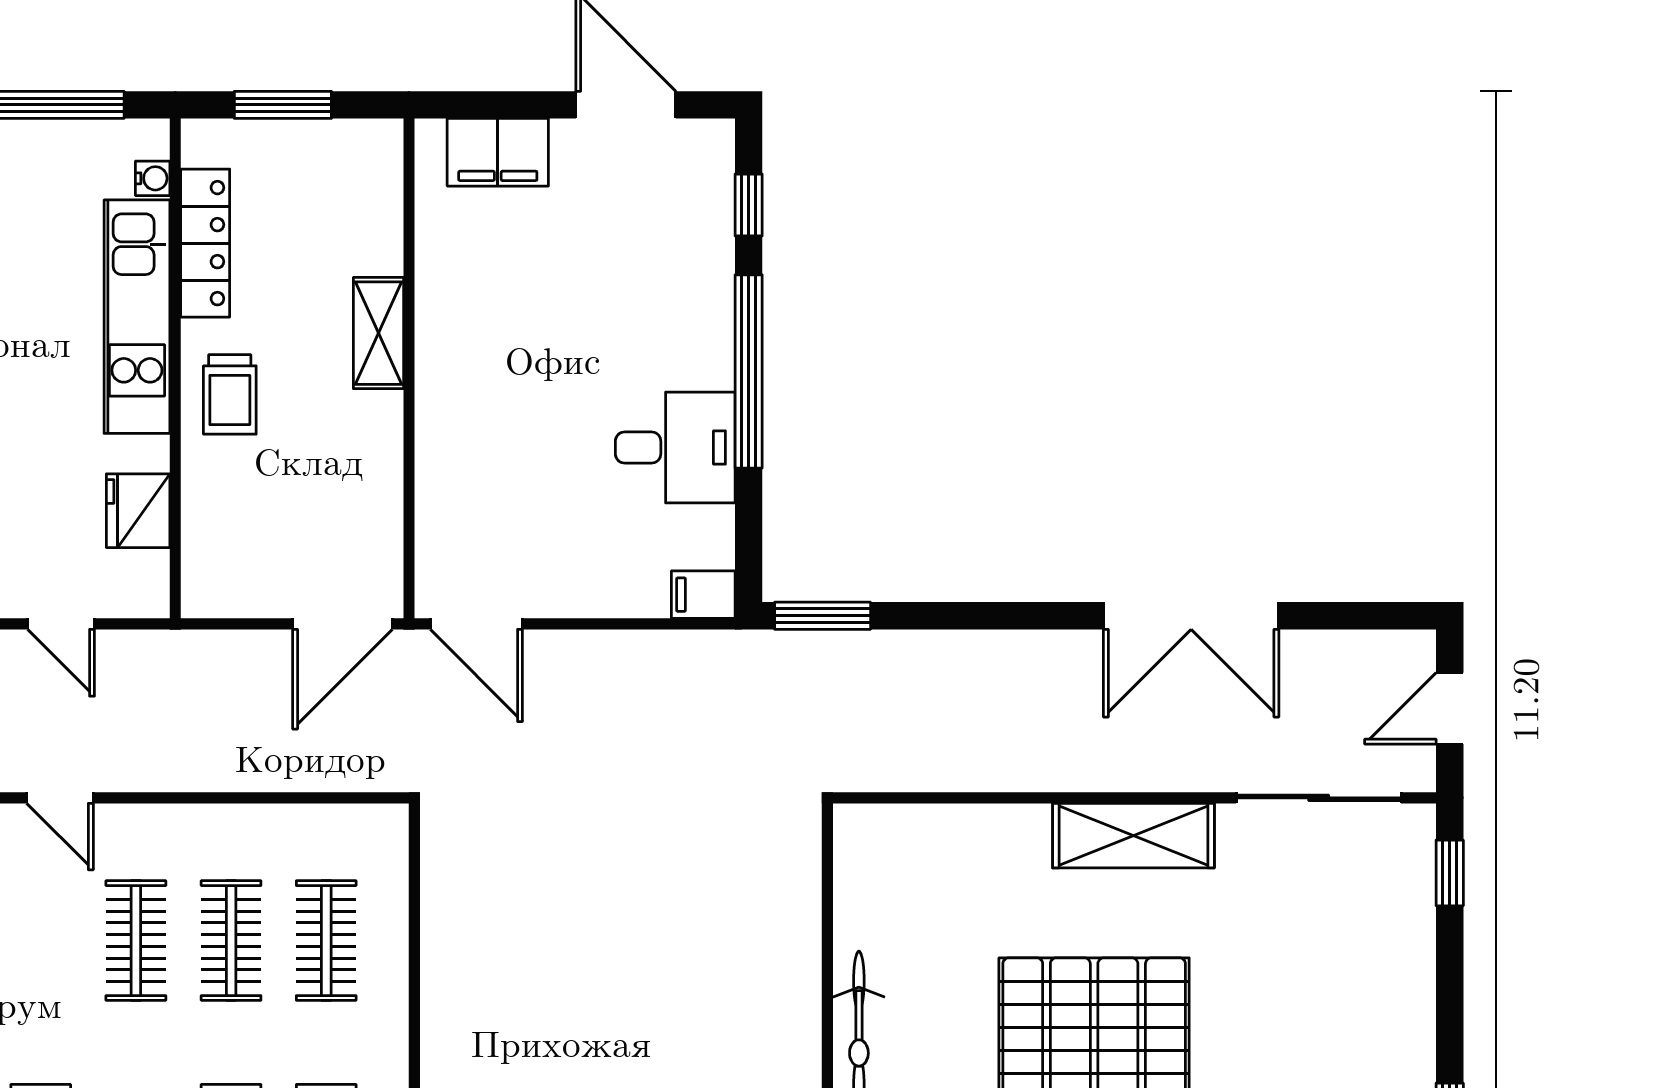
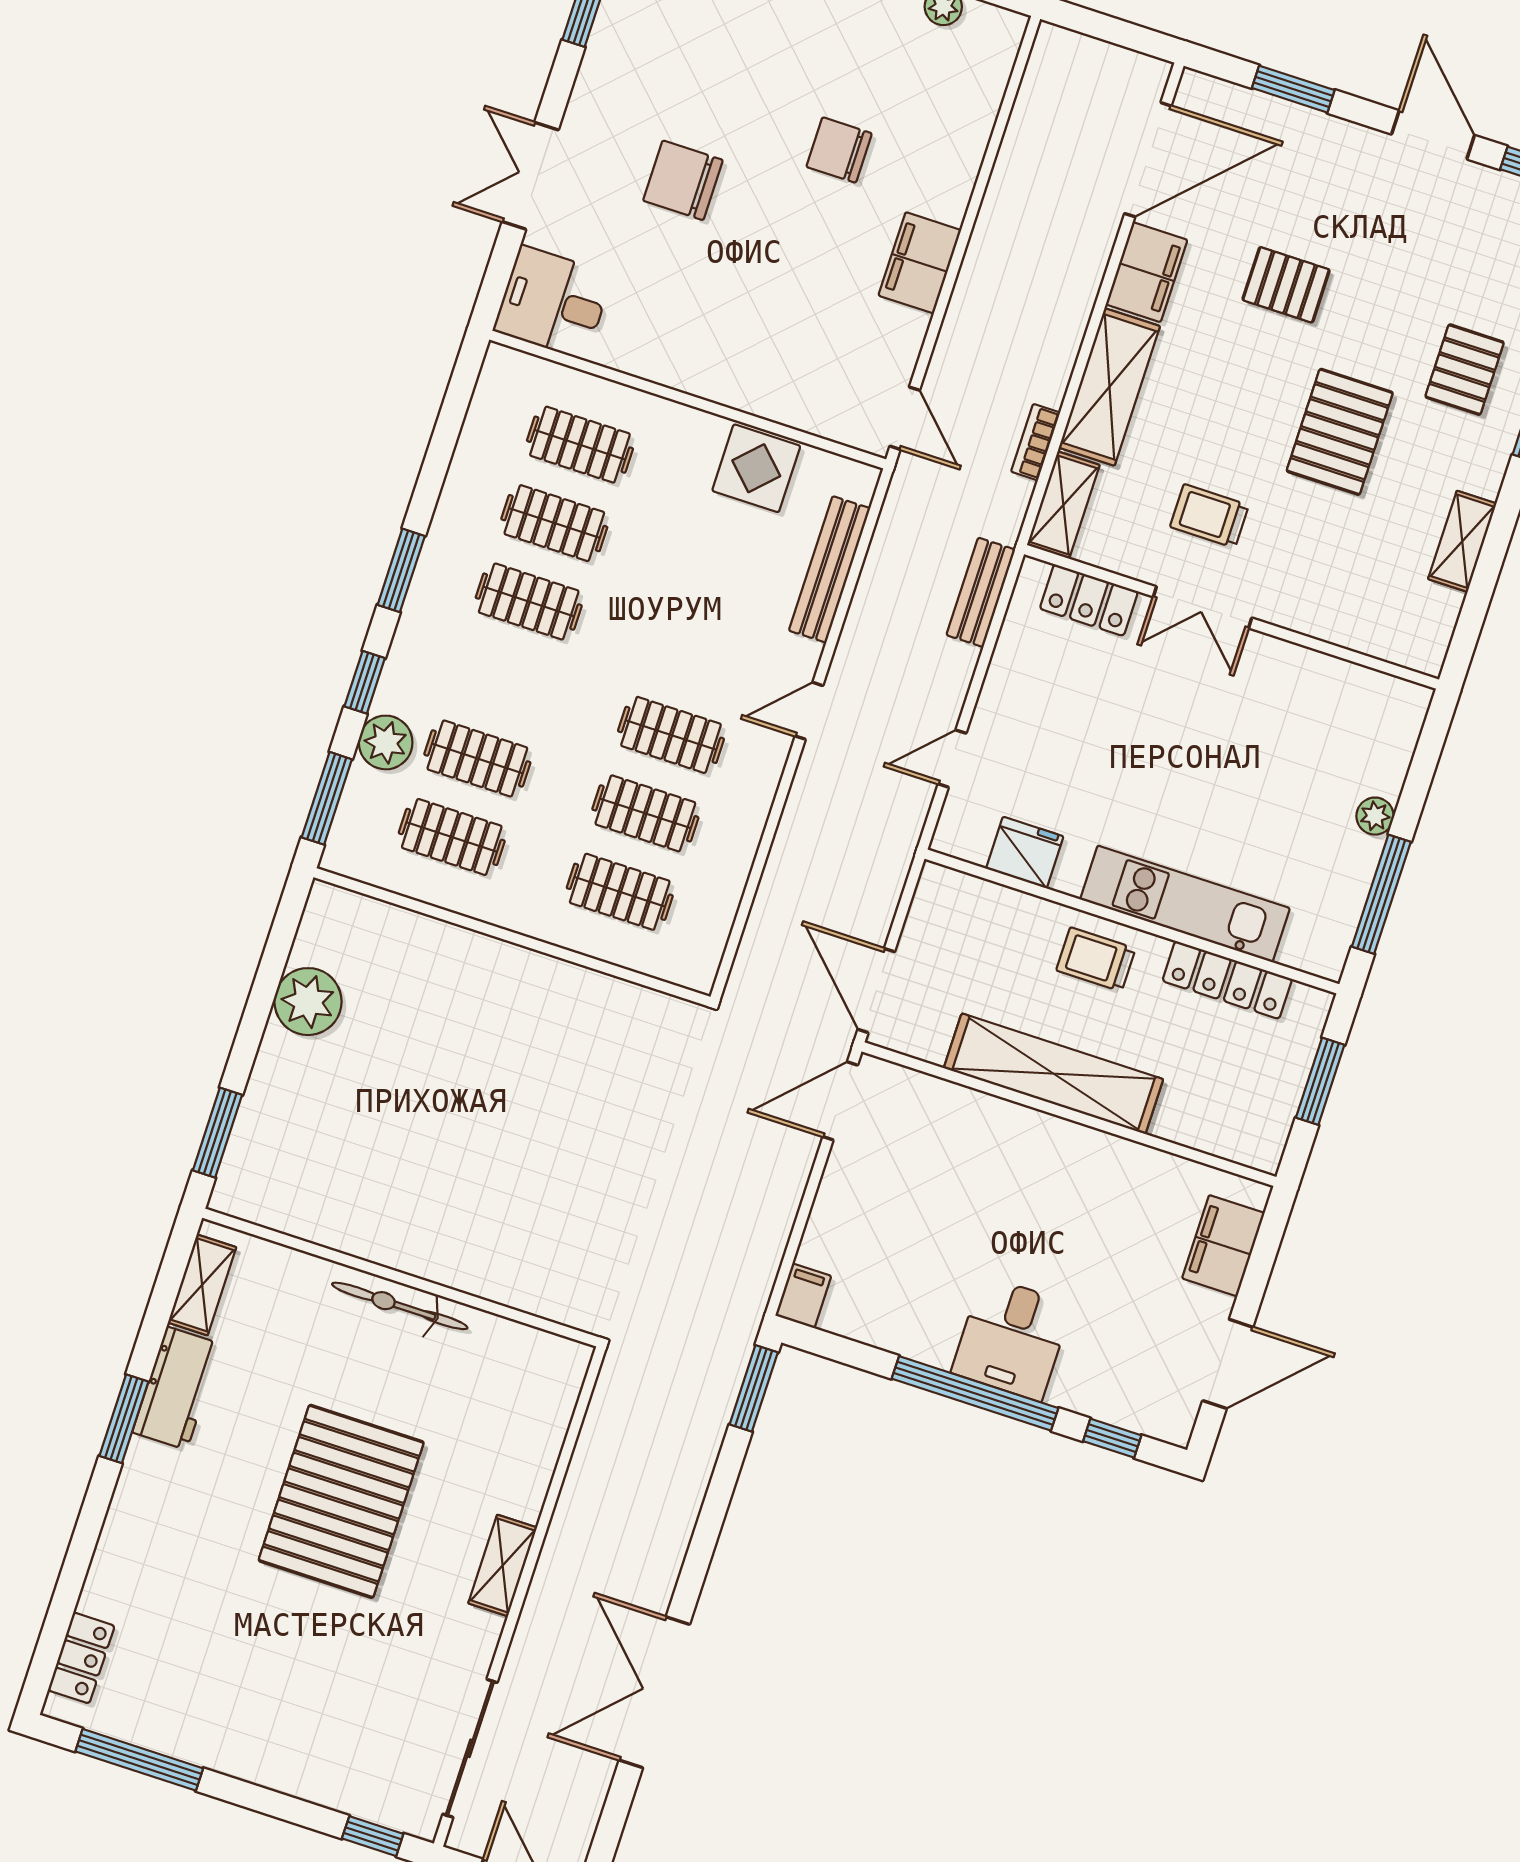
water cooler: (153, 178) -> (1295, 954), removed
shelving: (378, 333) -> (1054, 1074), width x2.20, depth x1.33
desk: (675, 448) -> (1012, 1338), moved
shelving: (1133, 836) -> (503, 1565), width x0.67, depth x0.75

